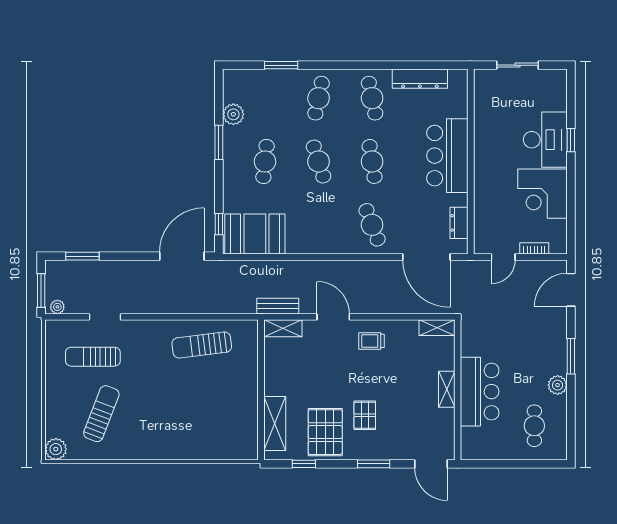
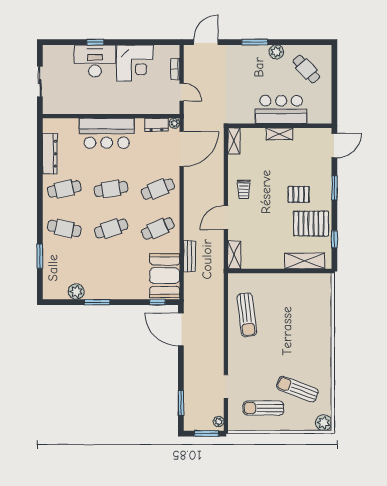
cafe table: (265, 161) -> (158, 229), moved, turned -30
plant: (461, 247) -> (174, 123), added
door: (571, 290) -> (206, 42), swing flipped
bench: (278, 306) -> (190, 256), moved
sun lounger: (93, 357) -> (263, 408), moved, turned 90
cafe table: (534, 426) -> (306, 69), turned 48

